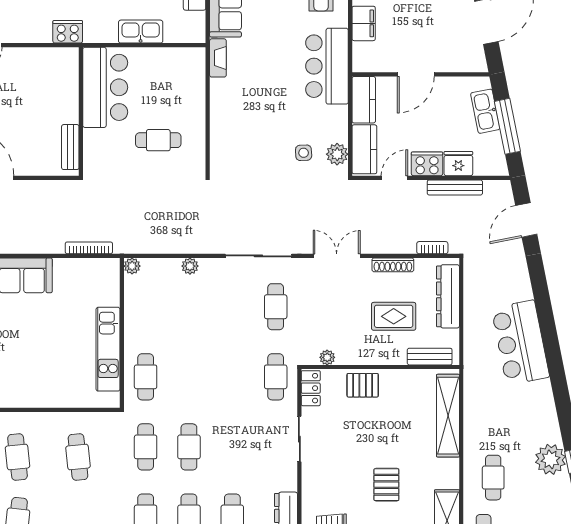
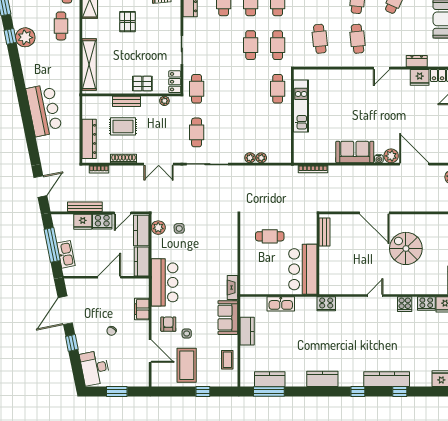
plant: (132, 266) -> (261, 158), moved
bench: (430, 357) -> (127, 101), moved

